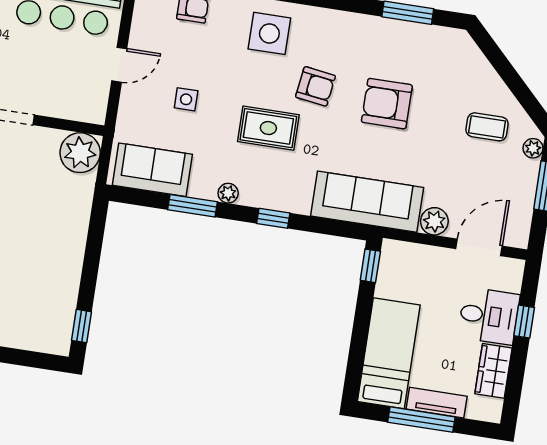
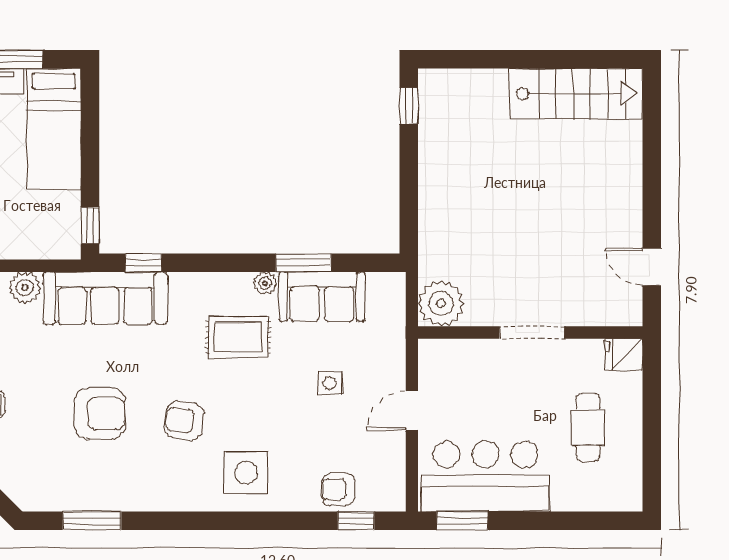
rug: (268, 128) -> (238, 337), moved
sofa: (152, 170) -> (322, 297), moved
window: (273, 218) -> (143, 263), moved

